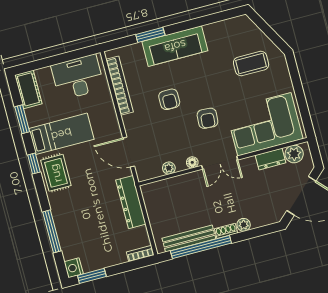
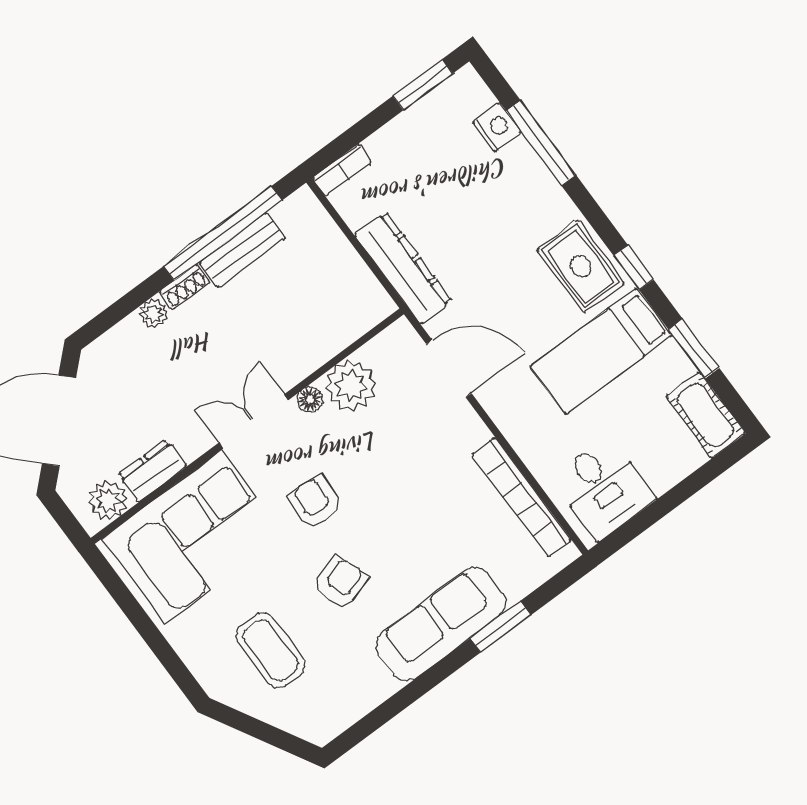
coffee table: (251, 64) -> (271, 650), turned 90
desk: (78, 77) -> (603, 489), width x0.73
armchair: (169, 99) -> (341, 582), moved, turned 71
plant: (169, 168) -> (351, 386), width x1.88, depth x1.88
bench: (189, 239) -> (242, 250), width x0.73
nightstand: (74, 268) -> (497, 127), moved

